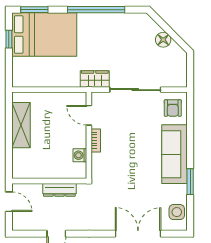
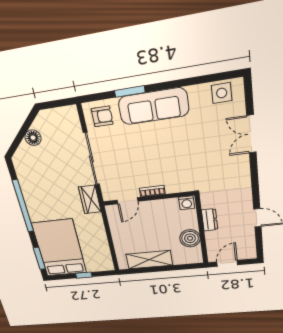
window: (9, 39) -> (84, 275), moved
washing machine: (80, 155) -> (187, 203), moved
boiler: (41, 169) -> (190, 238), added
window: (190, 182) -> (130, 92), moved
dresser: (59, 190) -> (210, 220), width x0.70
double door: (138, 234) -> (251, 134), width x0.73

